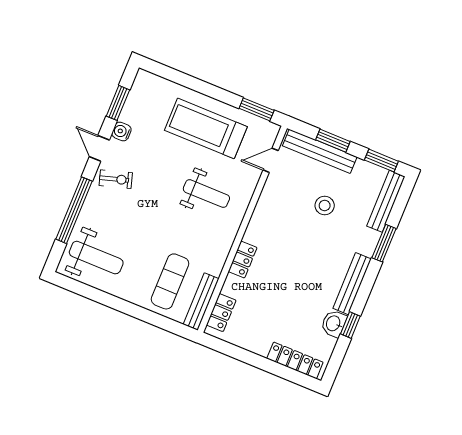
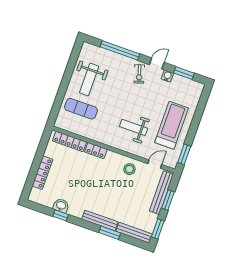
door: (271, 160) -> (155, 164), hinge flipped
weight bench: (206, 194) -> (133, 127), turned 90
stool: (325, 205) -> (129, 169), moved
weight bench: (96, 258) -> (89, 79), moved
bench: (352, 284) -> (100, 221), moved
bench: (201, 302) -> (70, 127), removed
locker: (221, 313) -> (70, 141), width x1.53
locker: (295, 360) -> (42, 173), moved

